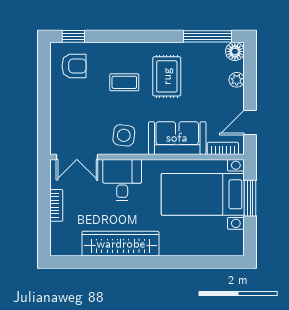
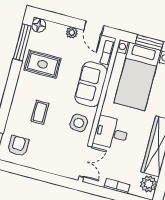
rug: (167, 76) -> (43, 64), moved
plant: (237, 80) -> (72, 33), moved
plant: (69, 245) -> (149, 184), added

